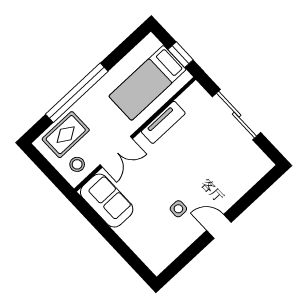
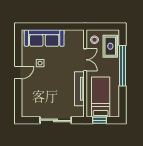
tv unit: (163, 122) -> (79, 89), width x1.41
double door: (116, 152) -> (85, 60), swing flipped
sofa: (107, 201) -> (44, 38), moved, width x1.36

